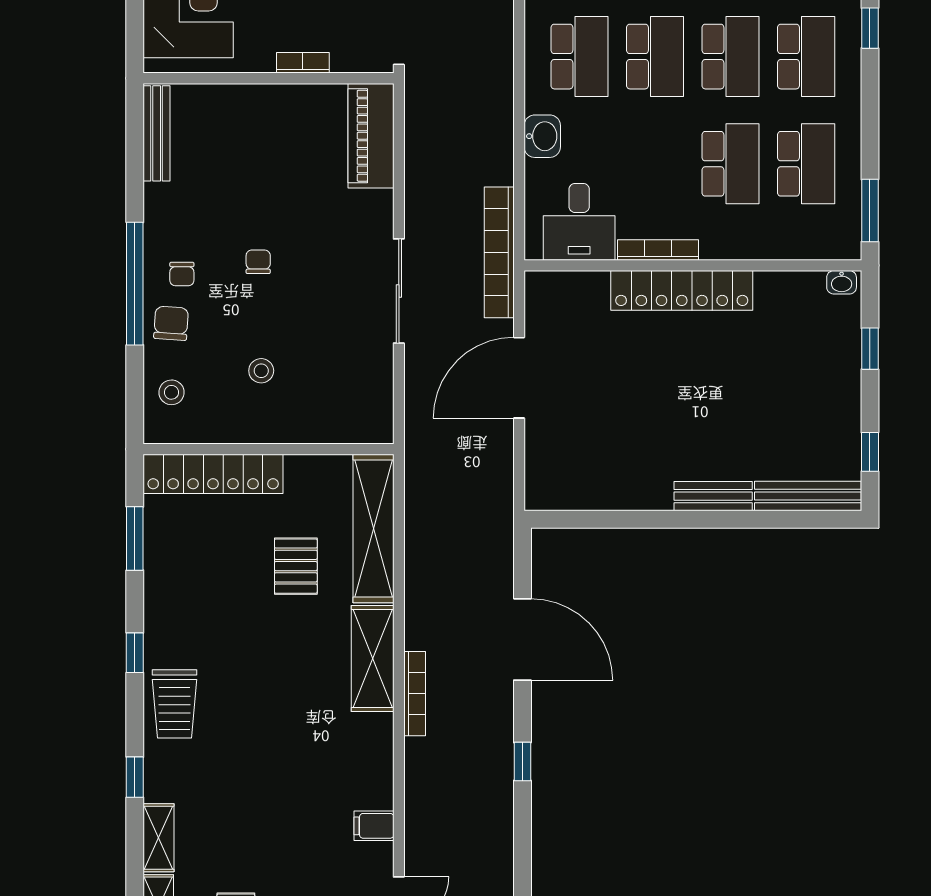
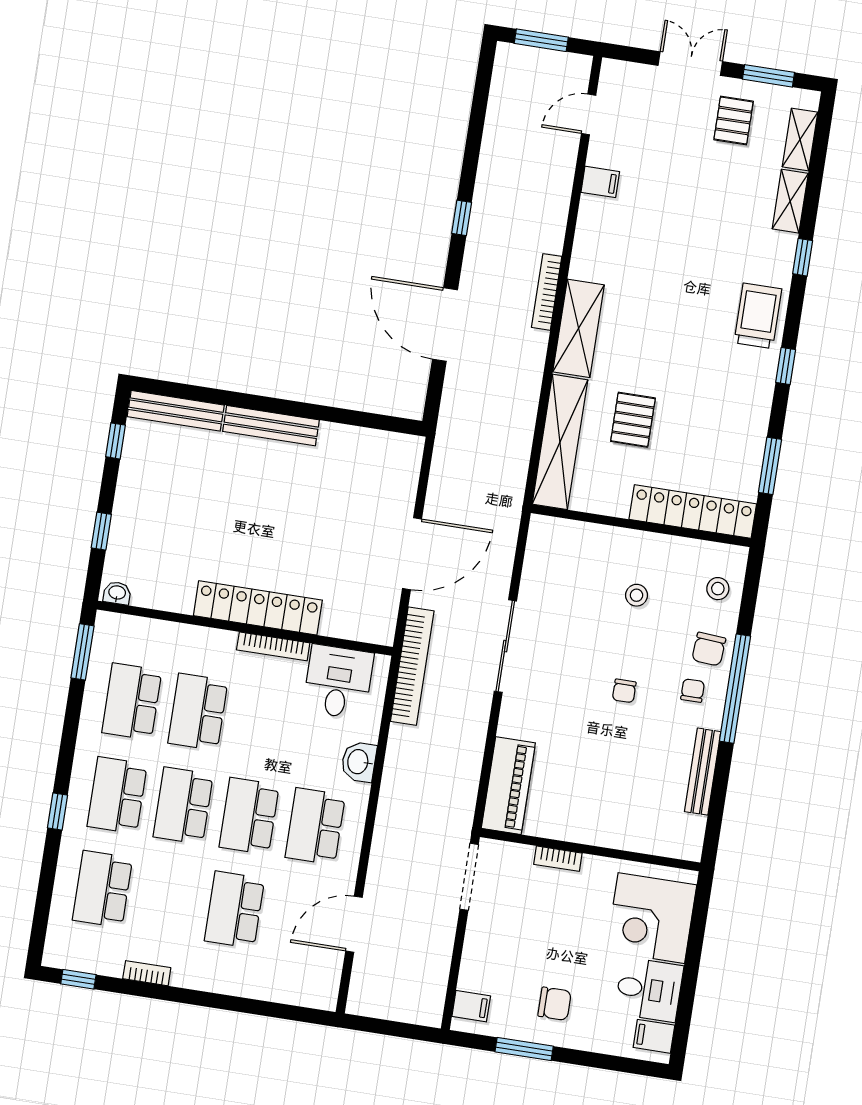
bench: (157, 133) -> (703, 772), moved
bench: (713, 496) -> (271, 426), width x1.36

